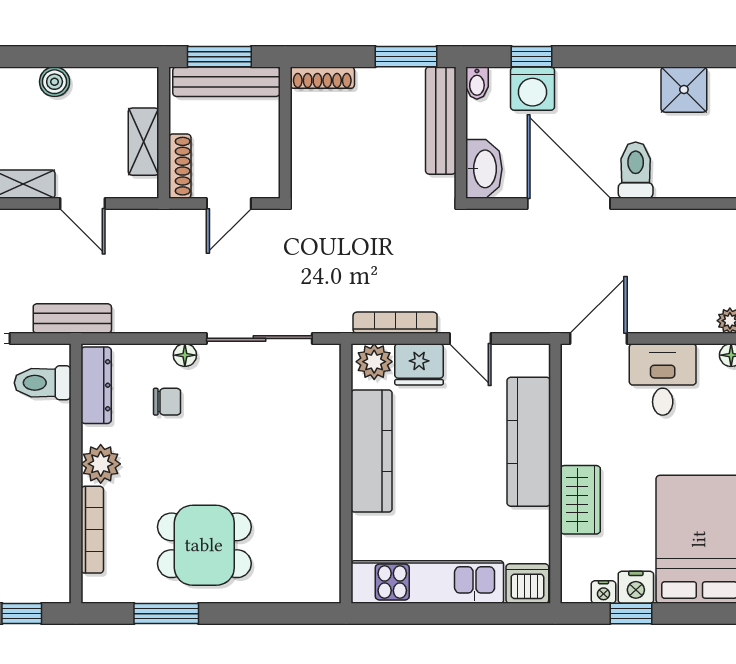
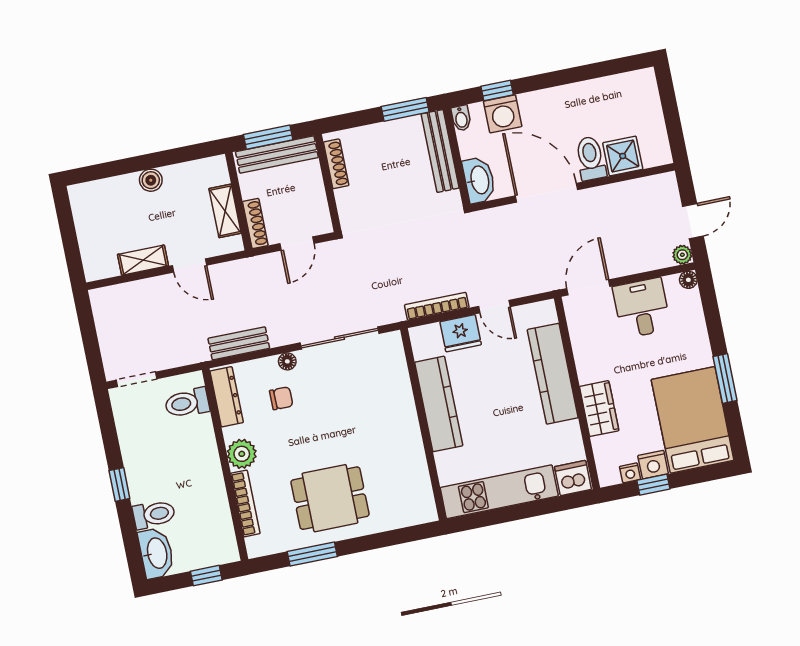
shoe rack: (322, 78) -> (336, 164), moved, turned -90
shower: (684, 90) -> (623, 156), moved
bench: (72, 319) -> (239, 343), moved
plant: (374, 362) -> (427, 338), removed

